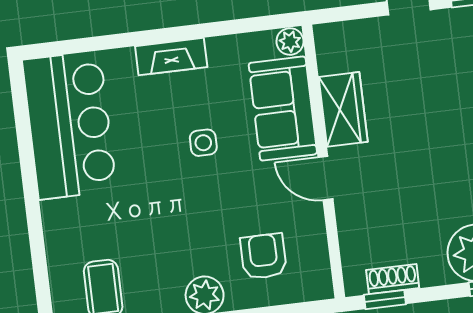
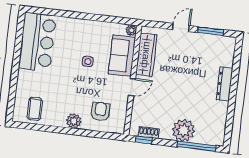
fireplace: (171, 57) -> (83, 25), removed
wardrobe: (343, 109) -> (146, 55), width x1.50
door: (325, 178) -> (132, 87), swing flipped

